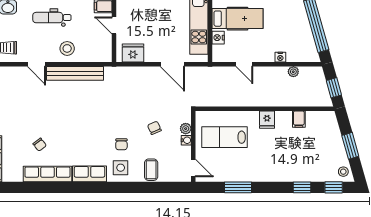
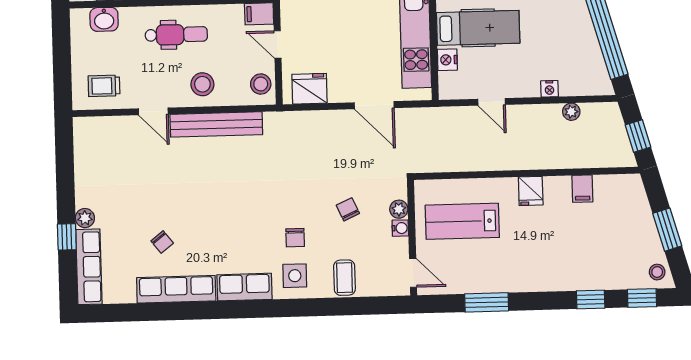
dental chair: (52, 18) -> (176, 35), turned 180
stool: (103, 49) -> (261, 84), added

